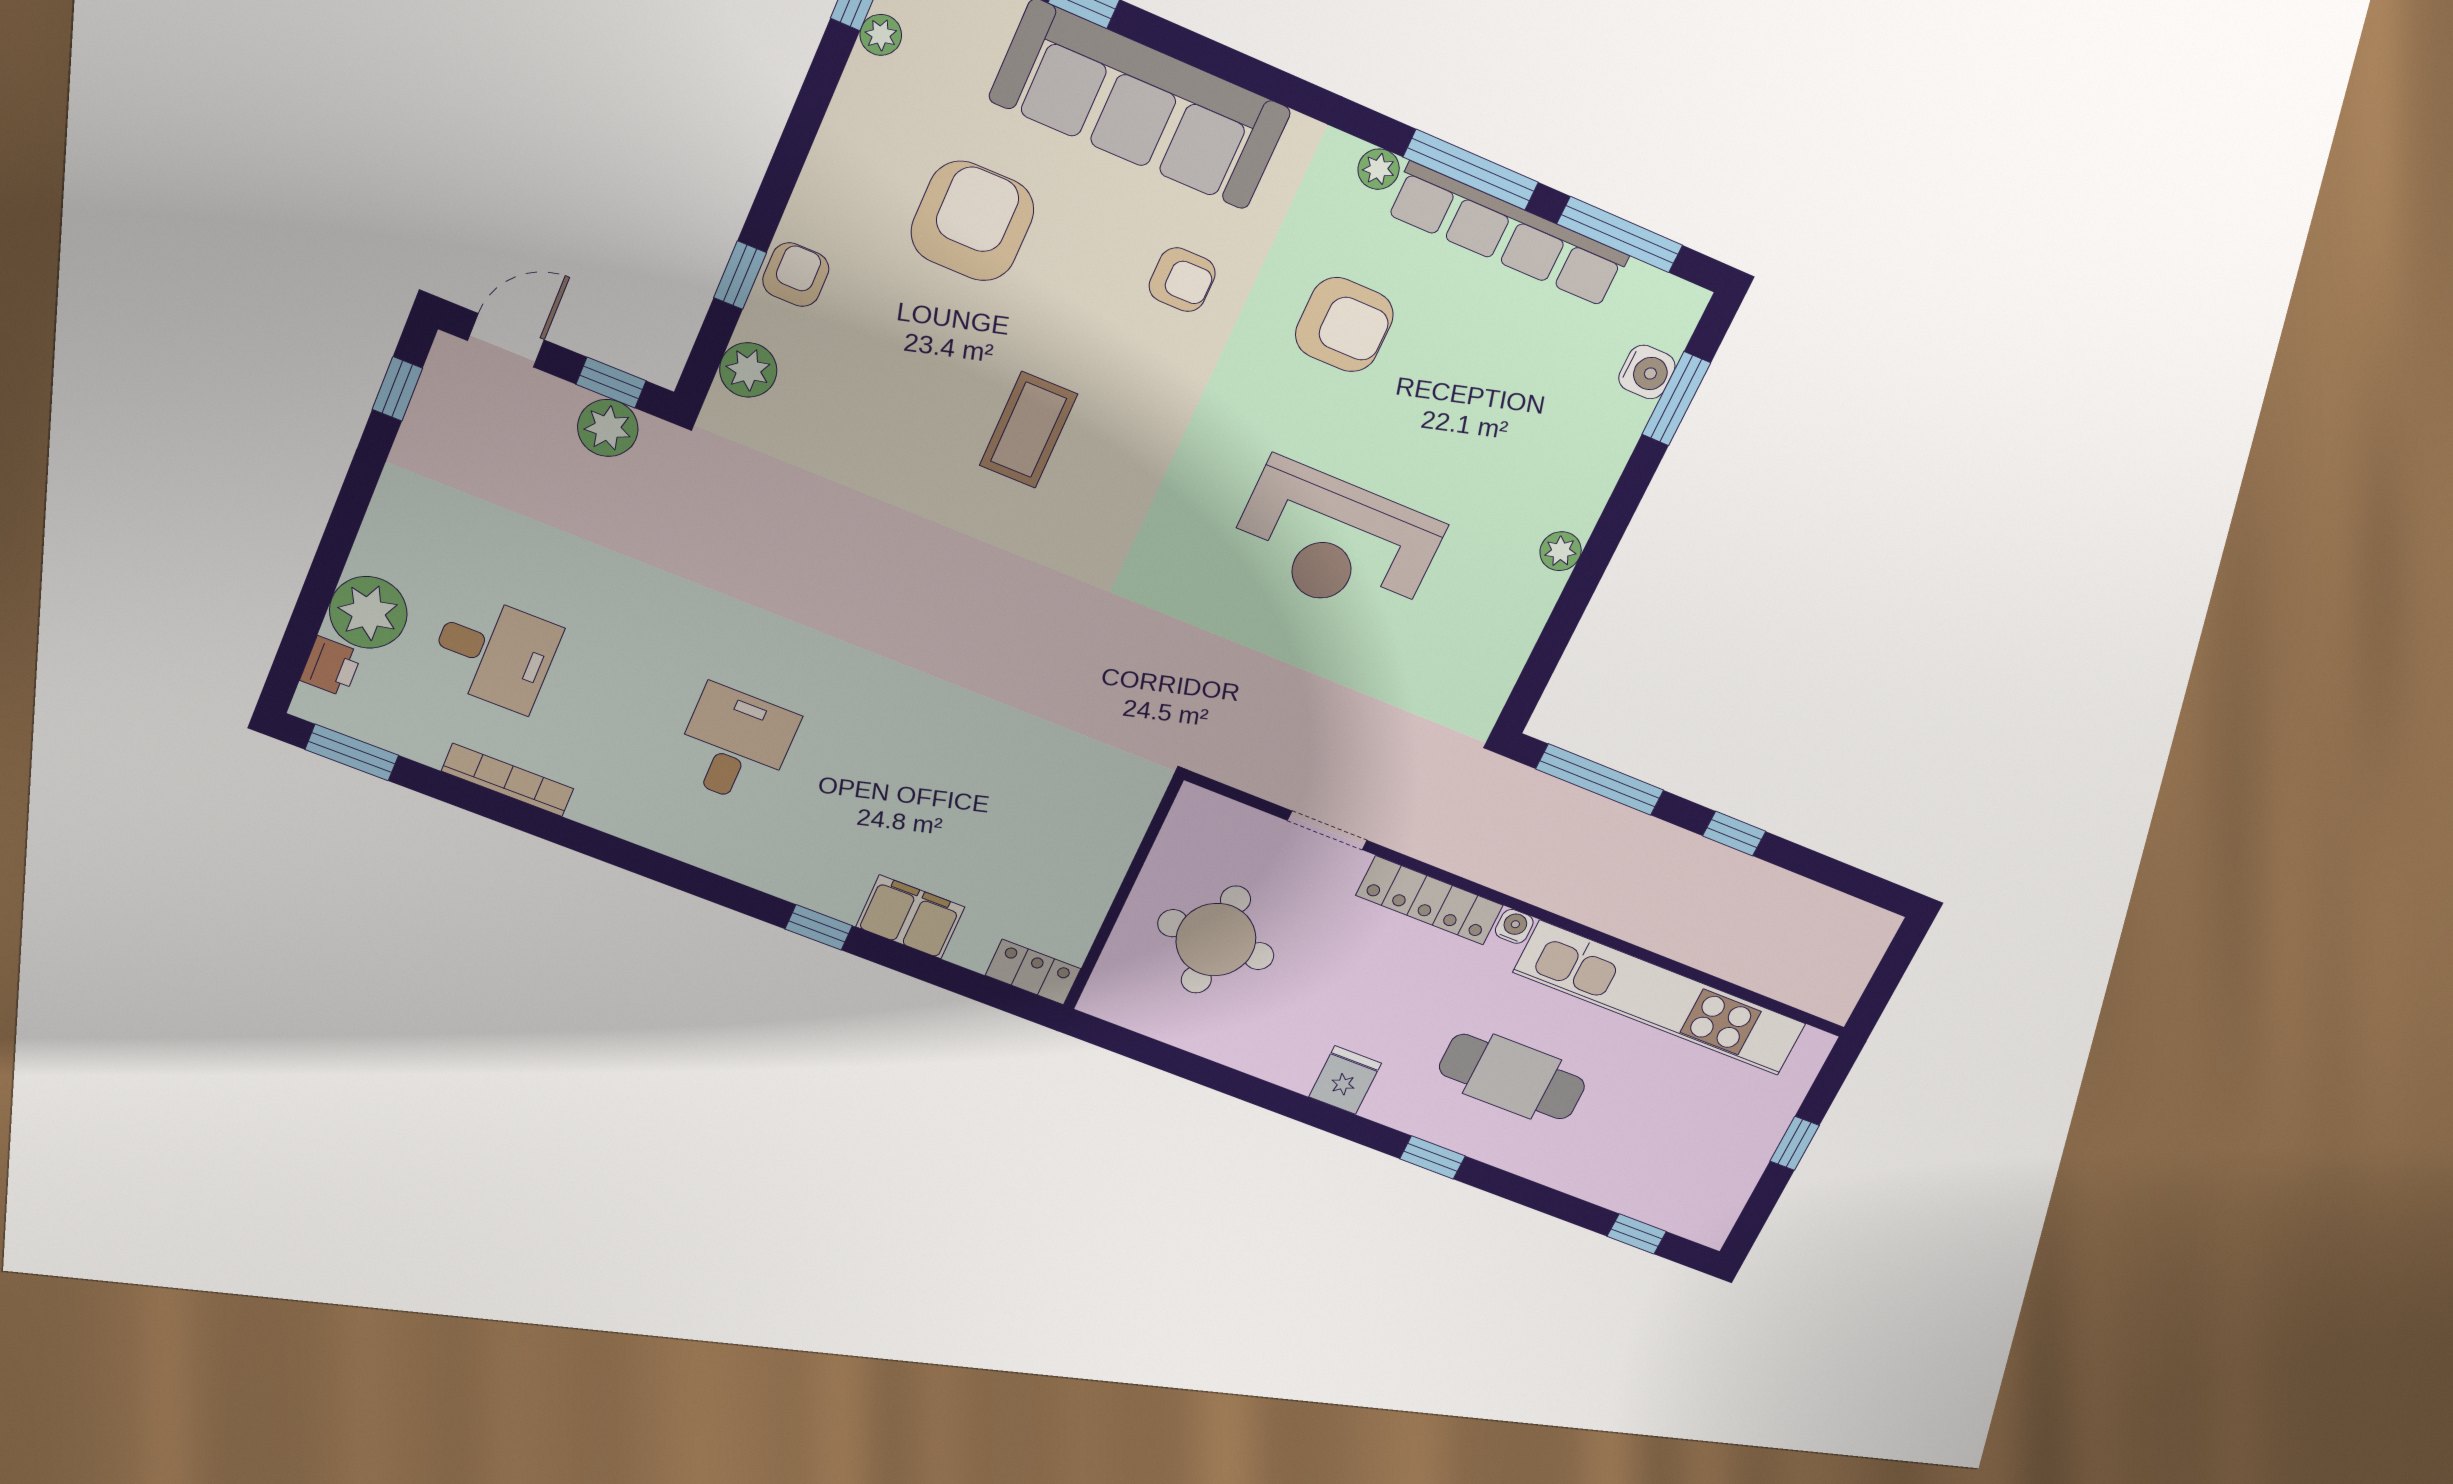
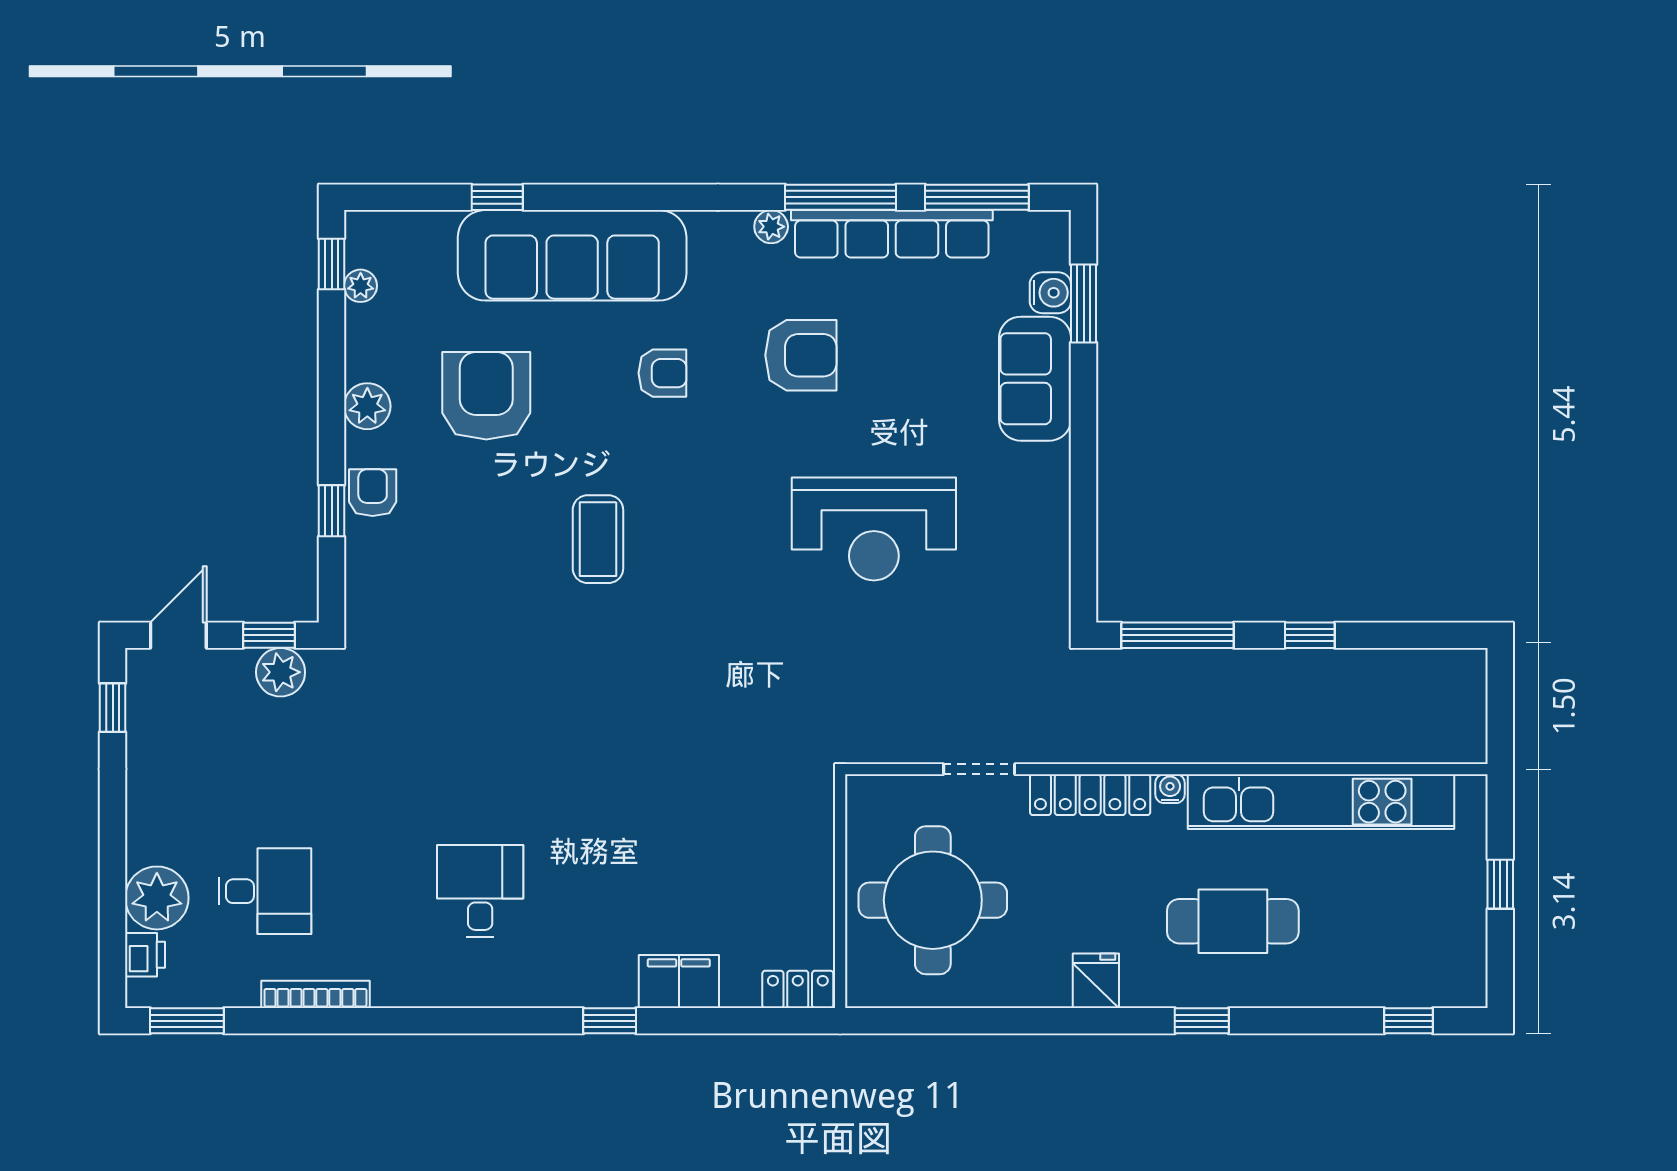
plant: (748, 370) -> (367, 406), moved
sofa: (1585, 456) -> (1035, 379), added
plant: (1561, 551) -> (1053, 462), removed
round table: (1216, 940) -> (933, 900), width x1.36, depth x1.36

